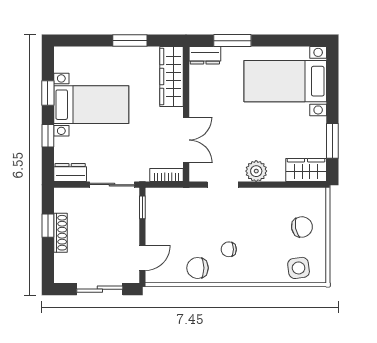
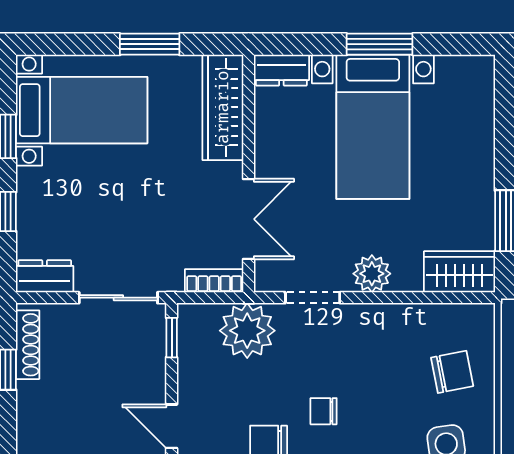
window: (232, 41) -> (380, 44), moved
bed with nightstands: (285, 81) -> (373, 127), moved, turned -90
bed with nightstands: (91, 105) -> (82, 110), moved
plant: (185, 203) -> (247, 331), added
shoe rack: (60, 233) -> (28, 345), moved
door: (142, 258) -> (172, 426), swing flipped

